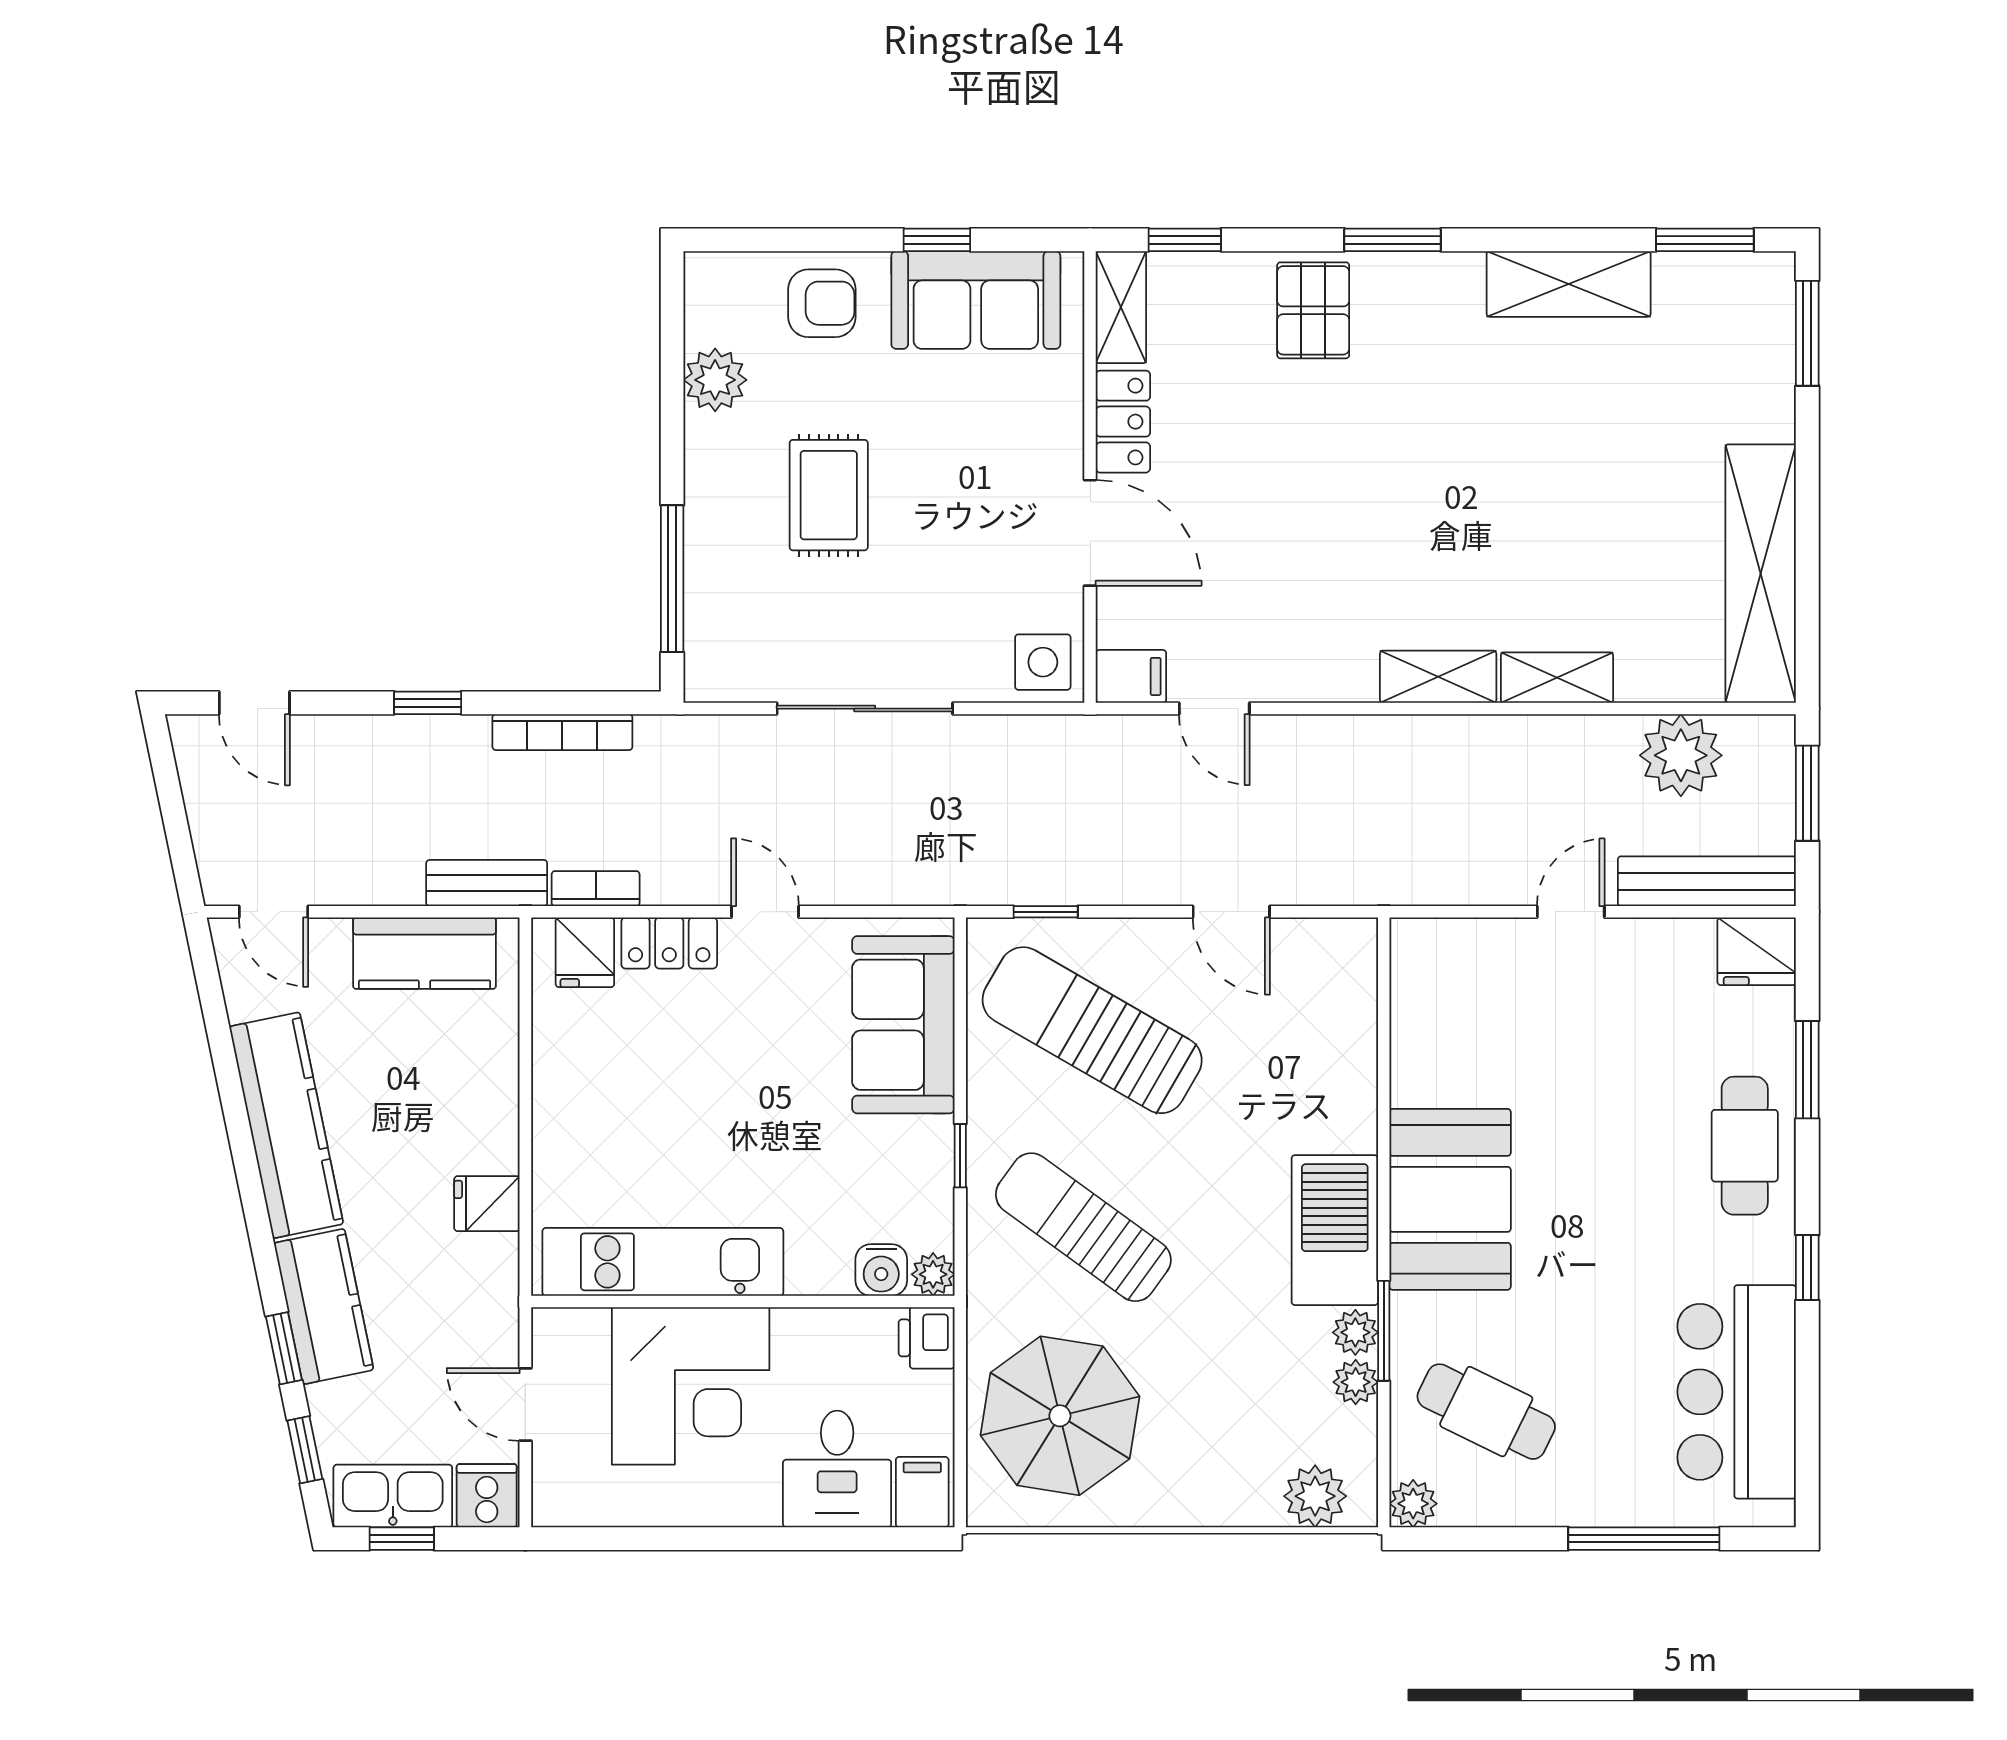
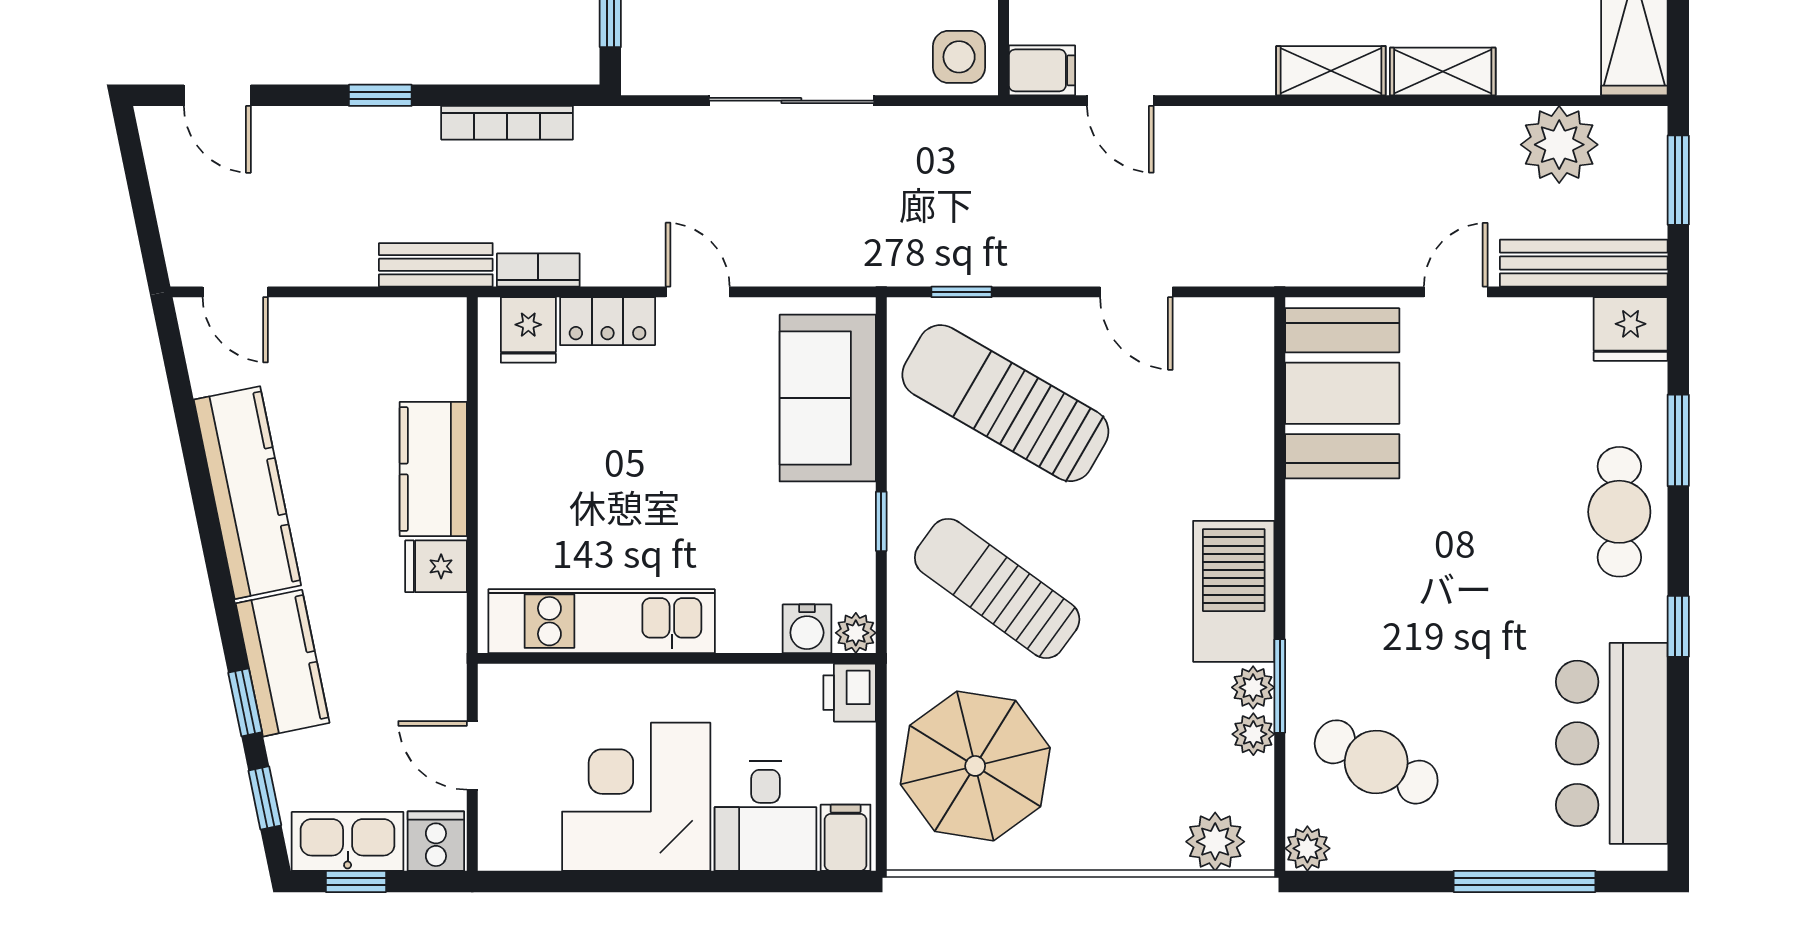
kitchen counter: (425, 953) -> (433, 469), moved, turned 90
booth: (1450, 1199) -> (1342, 393), moved
corner desk: (691, 1386) -> (636, 797), moved, turned 180

